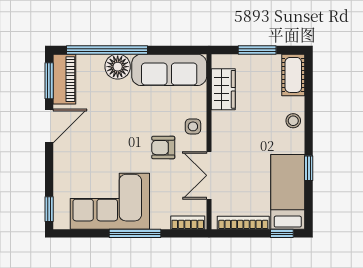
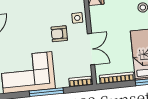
double door: (209, 175) -> (91, 49), swing flipped

